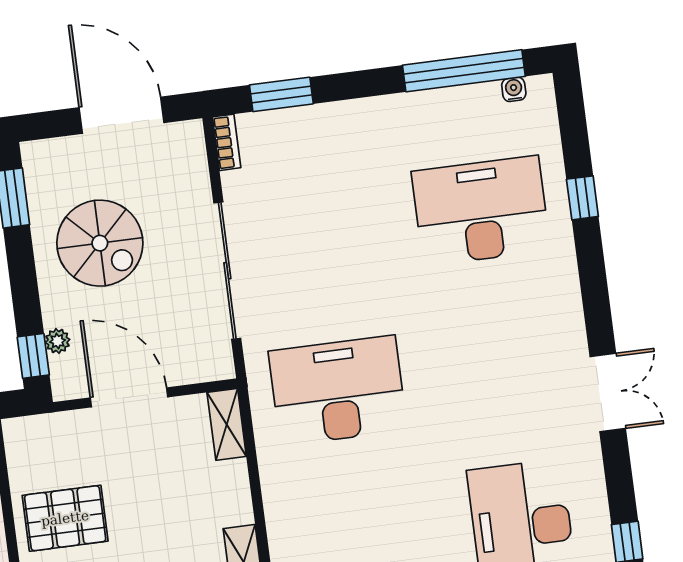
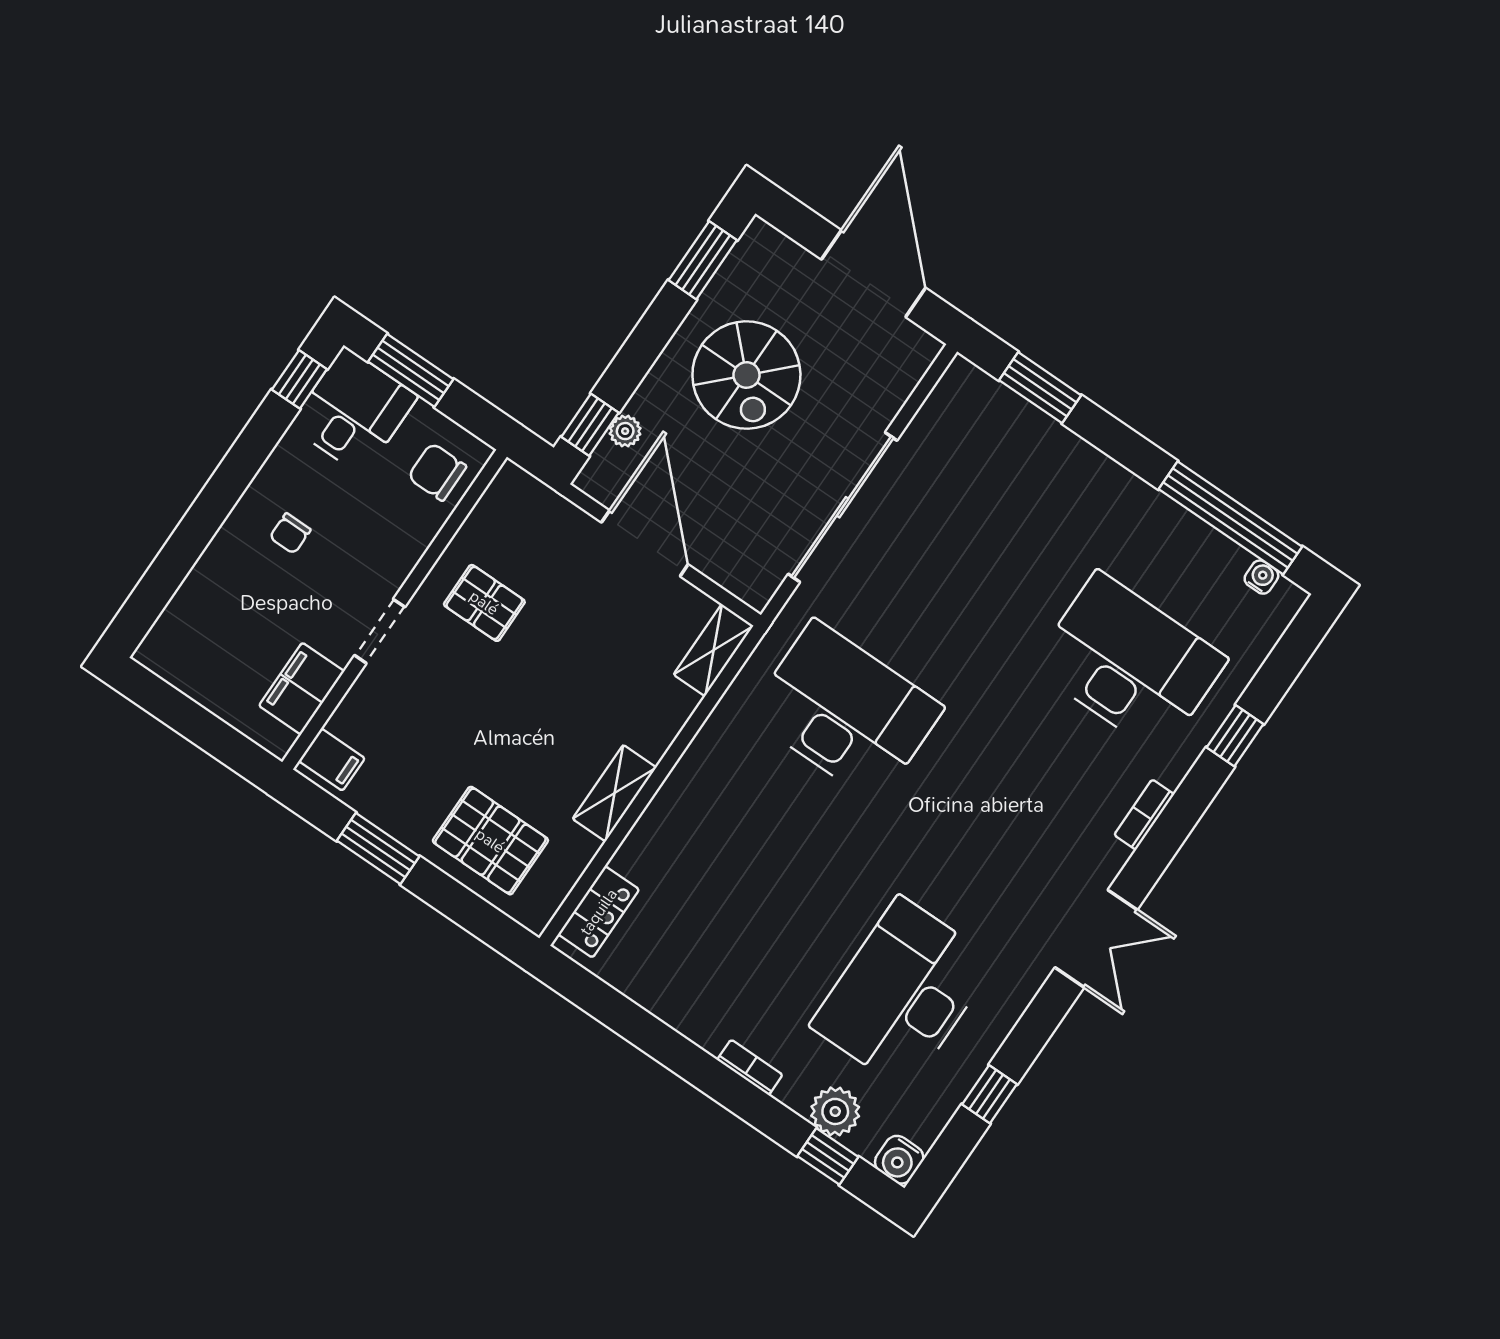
bookcase: (227, 142) -> (1144, 815), moved, turned 180
pallet: (65, 518) -> (484, 603), width x0.67, depth x0.71

